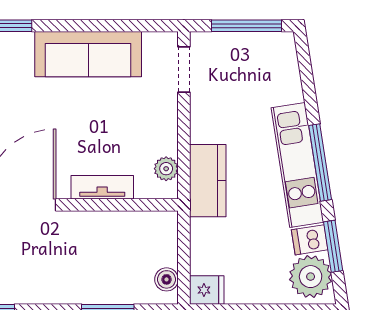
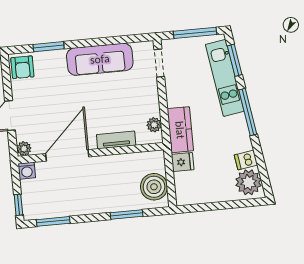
kitchen unit: (297, 165) -> (225, 78), moved
window: (333, 246) -> (235, 60), moved
boiler: (167, 279) -> (154, 187), width x1.86, depth x1.86
fridge: (207, 290) -> (183, 162), moved

